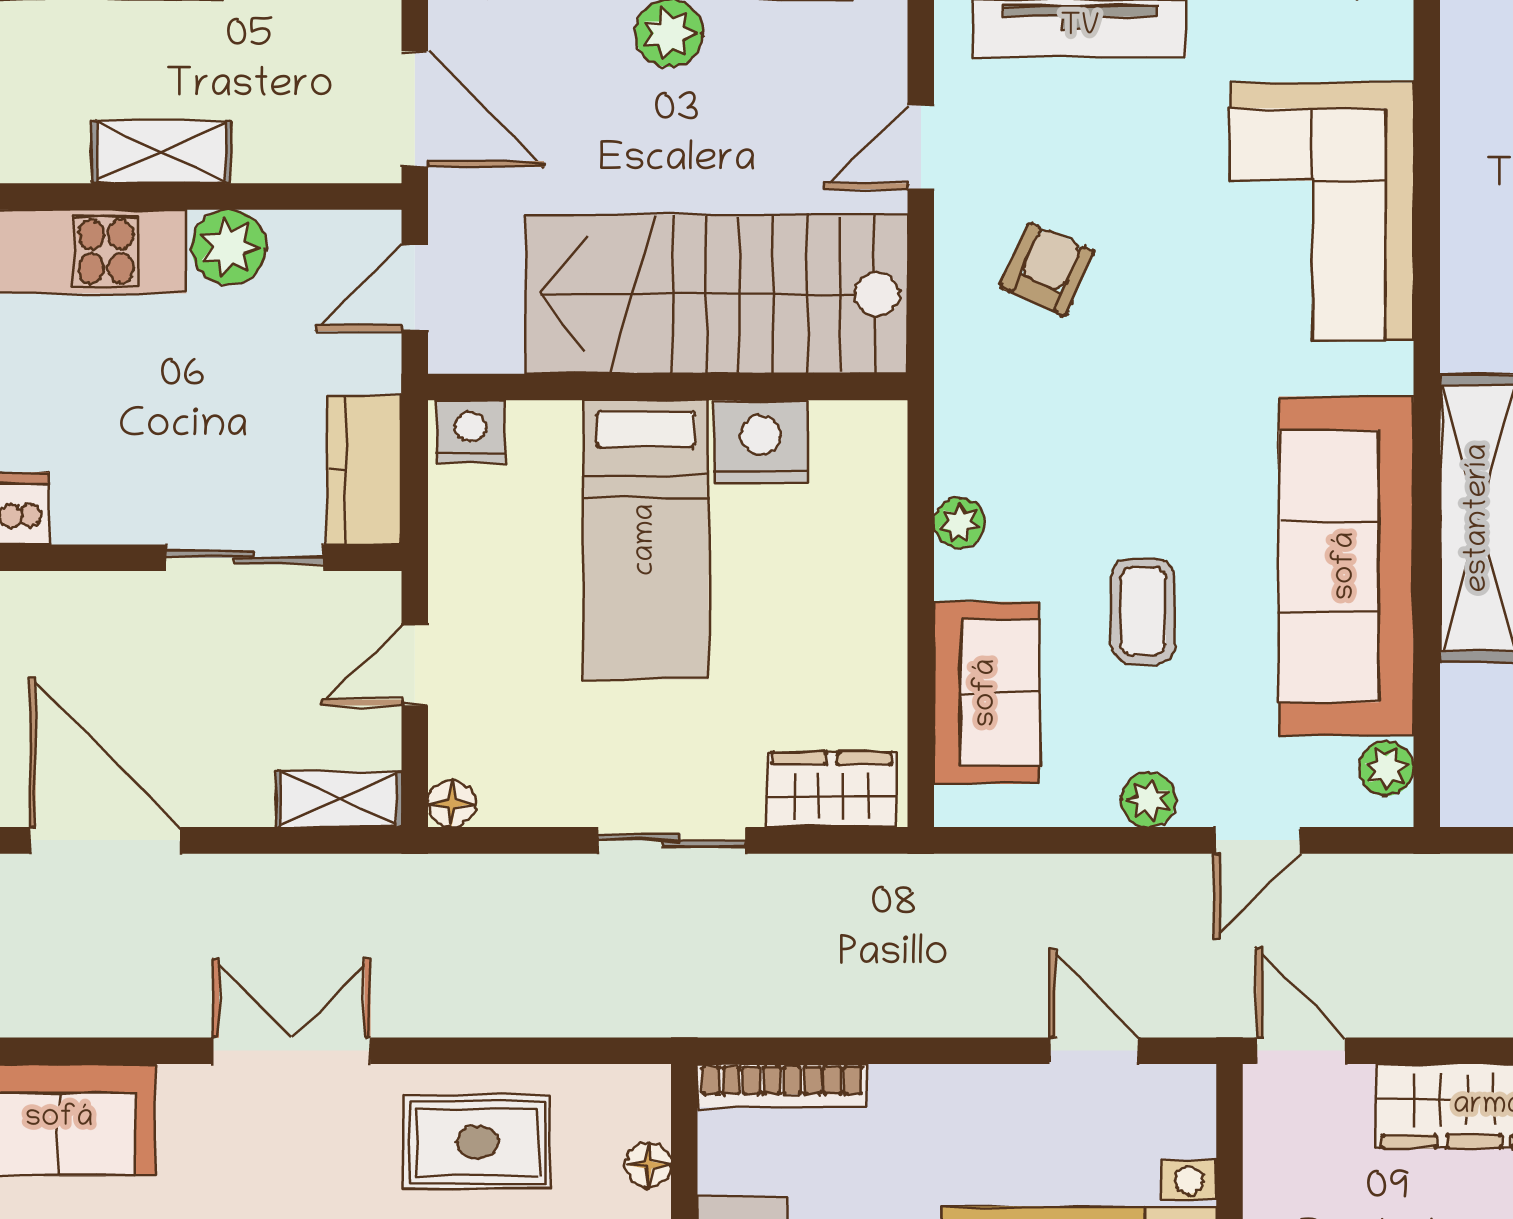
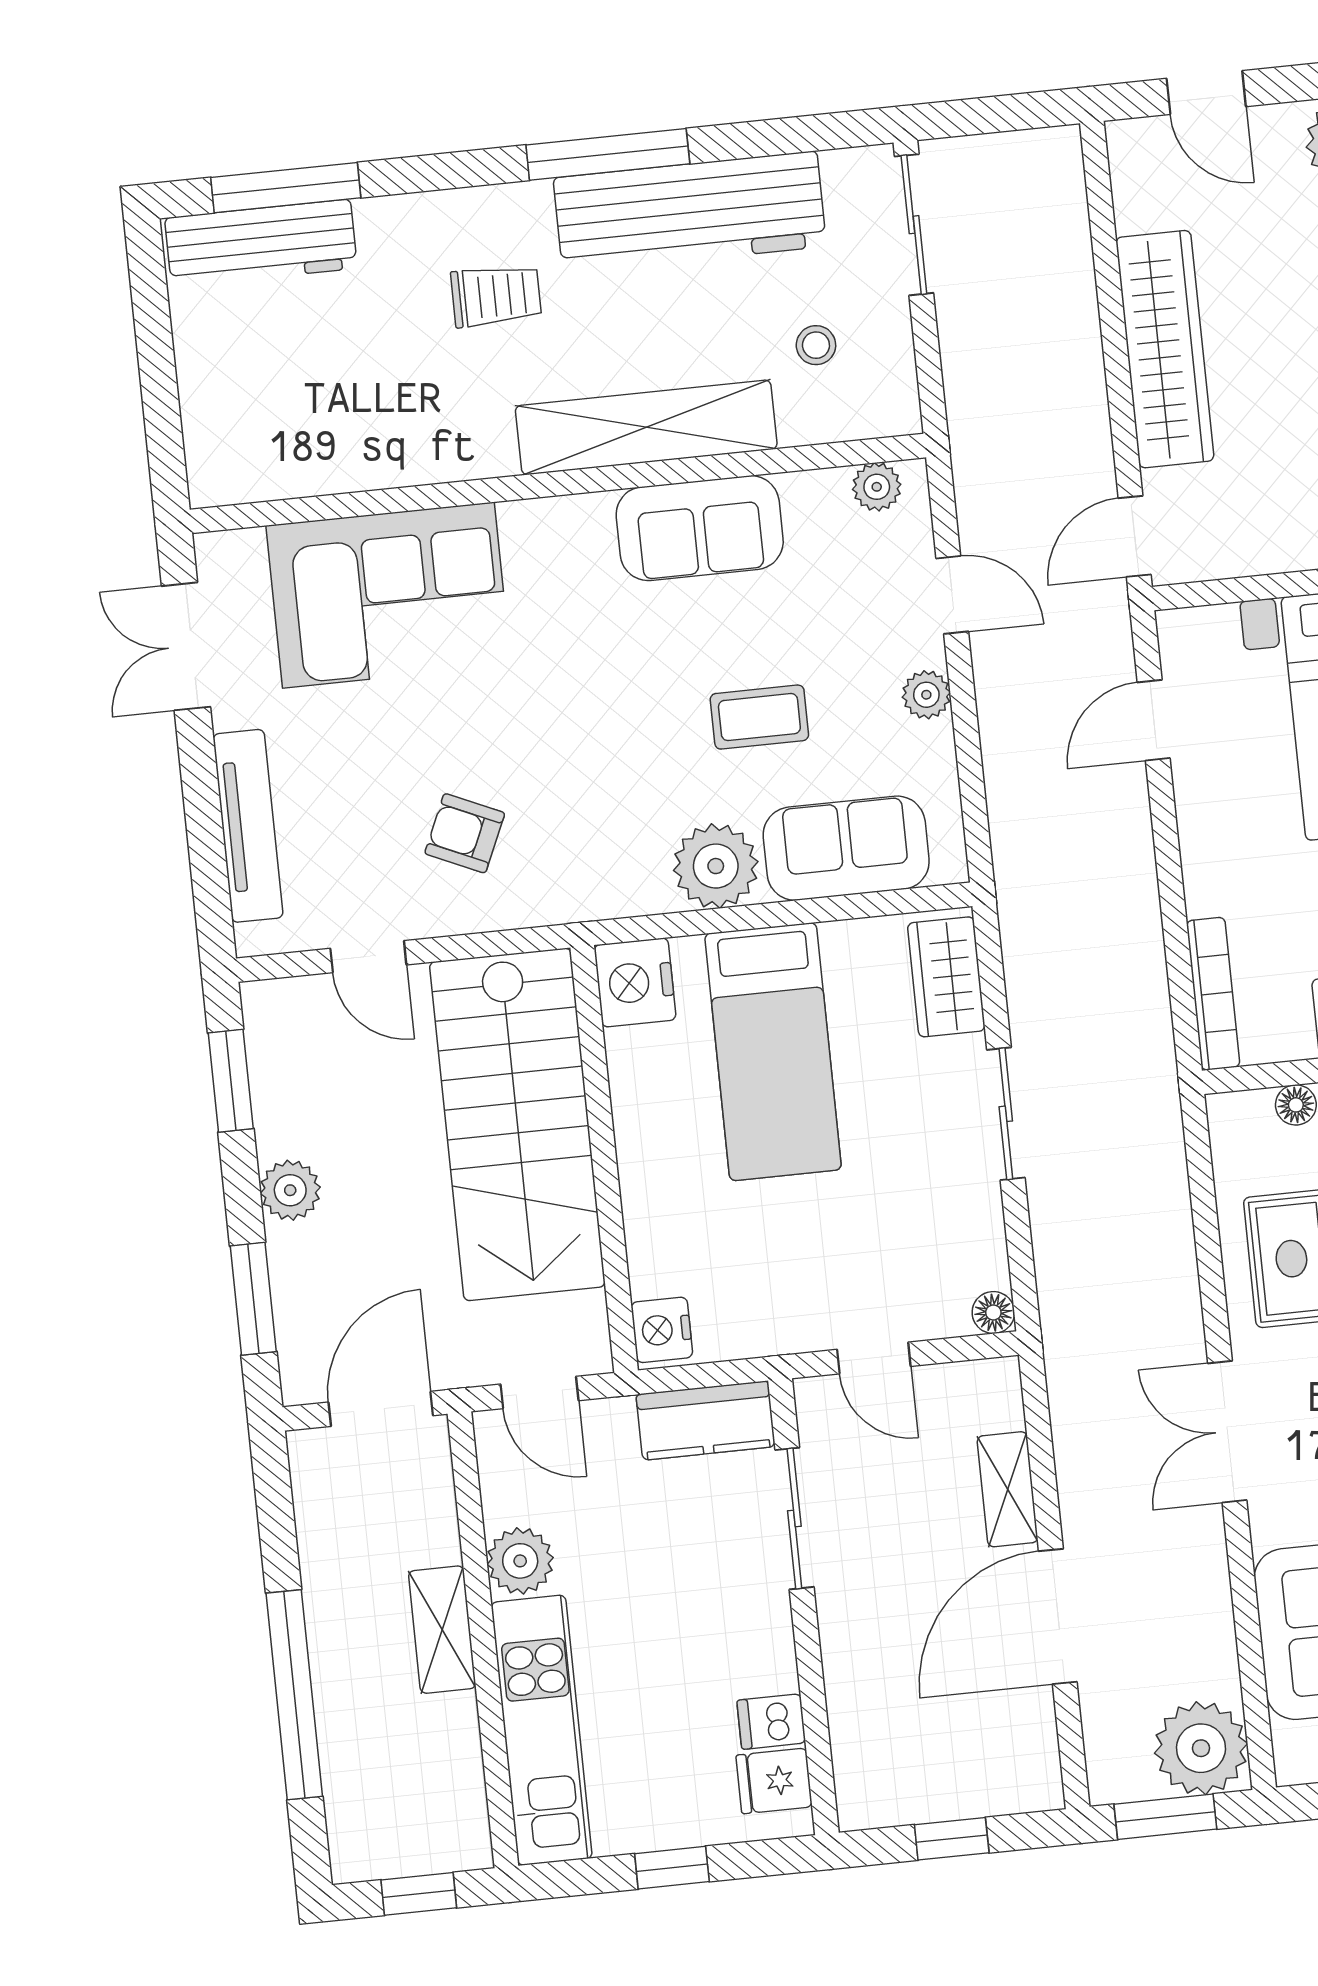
nightstand: (760, 442) -> (635, 982), moved
plant: (959, 523) -> (716, 866), width x1.88, depth x1.88
bed: (646, 540) -> (773, 1052), moved, turned 90
sofa: (1346, 566) -> (700, 528), width x0.54, depth x0.79
shelving: (339, 799) -> (1008, 1489), moved

